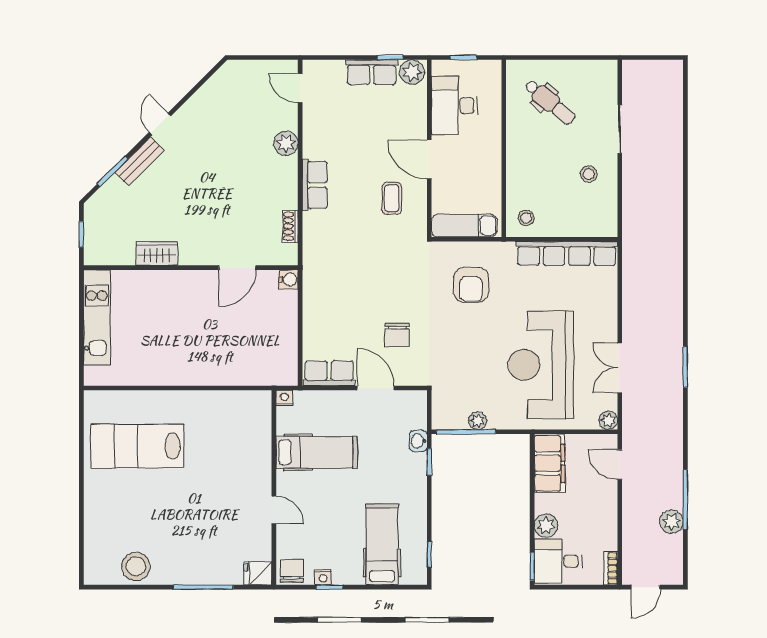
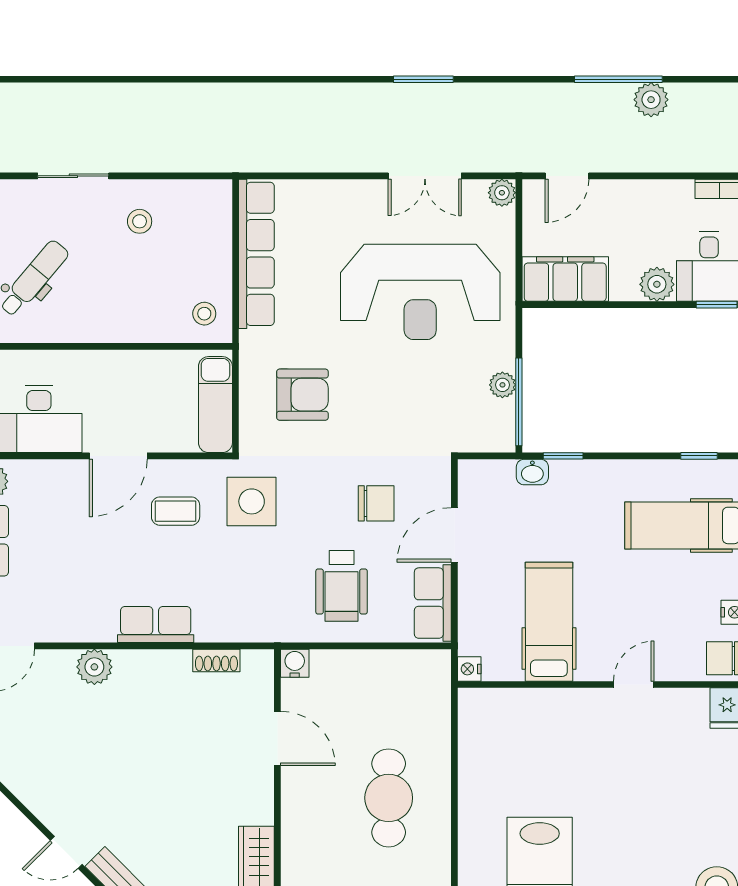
side table: (398, 250) -> (252, 501), added
wheelchair: (341, 311) -> (342, 586), added
cafe table: (197, 343) -> (389, 798), added

